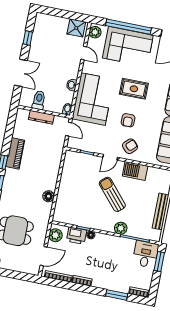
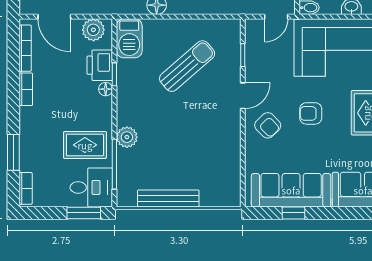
door: (110, 157) -> (243, 96), swing flipped
barbecue: (135, 171) -> (129, 38), moved, turned 180
sun lounger: (112, 194) -> (187, 66), moved
rug: (120, 253) -> (85, 145), added

